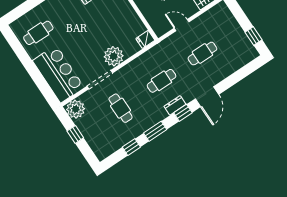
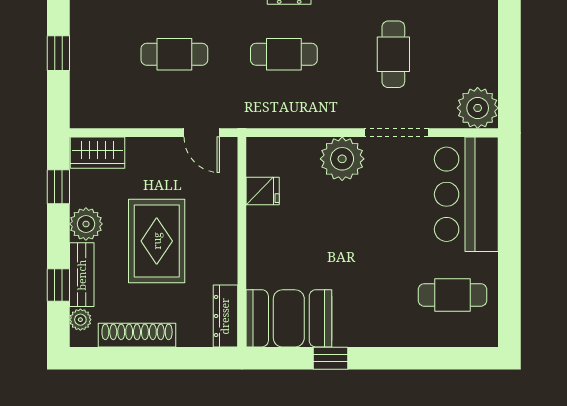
door: (182, 25) -> (202, 133), moved
window: (254, 36) -> (58, 53), moved
fridge: (145, 39) -> (263, 191), moved
window: (75, 134) -> (509, 61), removed

